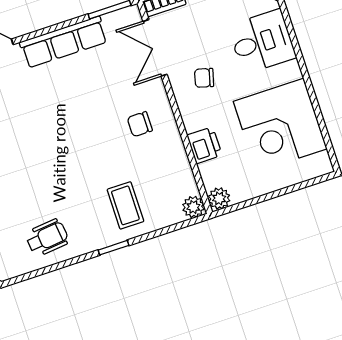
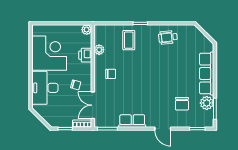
row of seats: (64, 42) -> (132, 121), width x0.68
desk: (262, 42) -> (45, 88), width x1.37
double door: (155, 48) -> (93, 105), swing flipped
plant: (193, 207) -> (99, 50), moved

